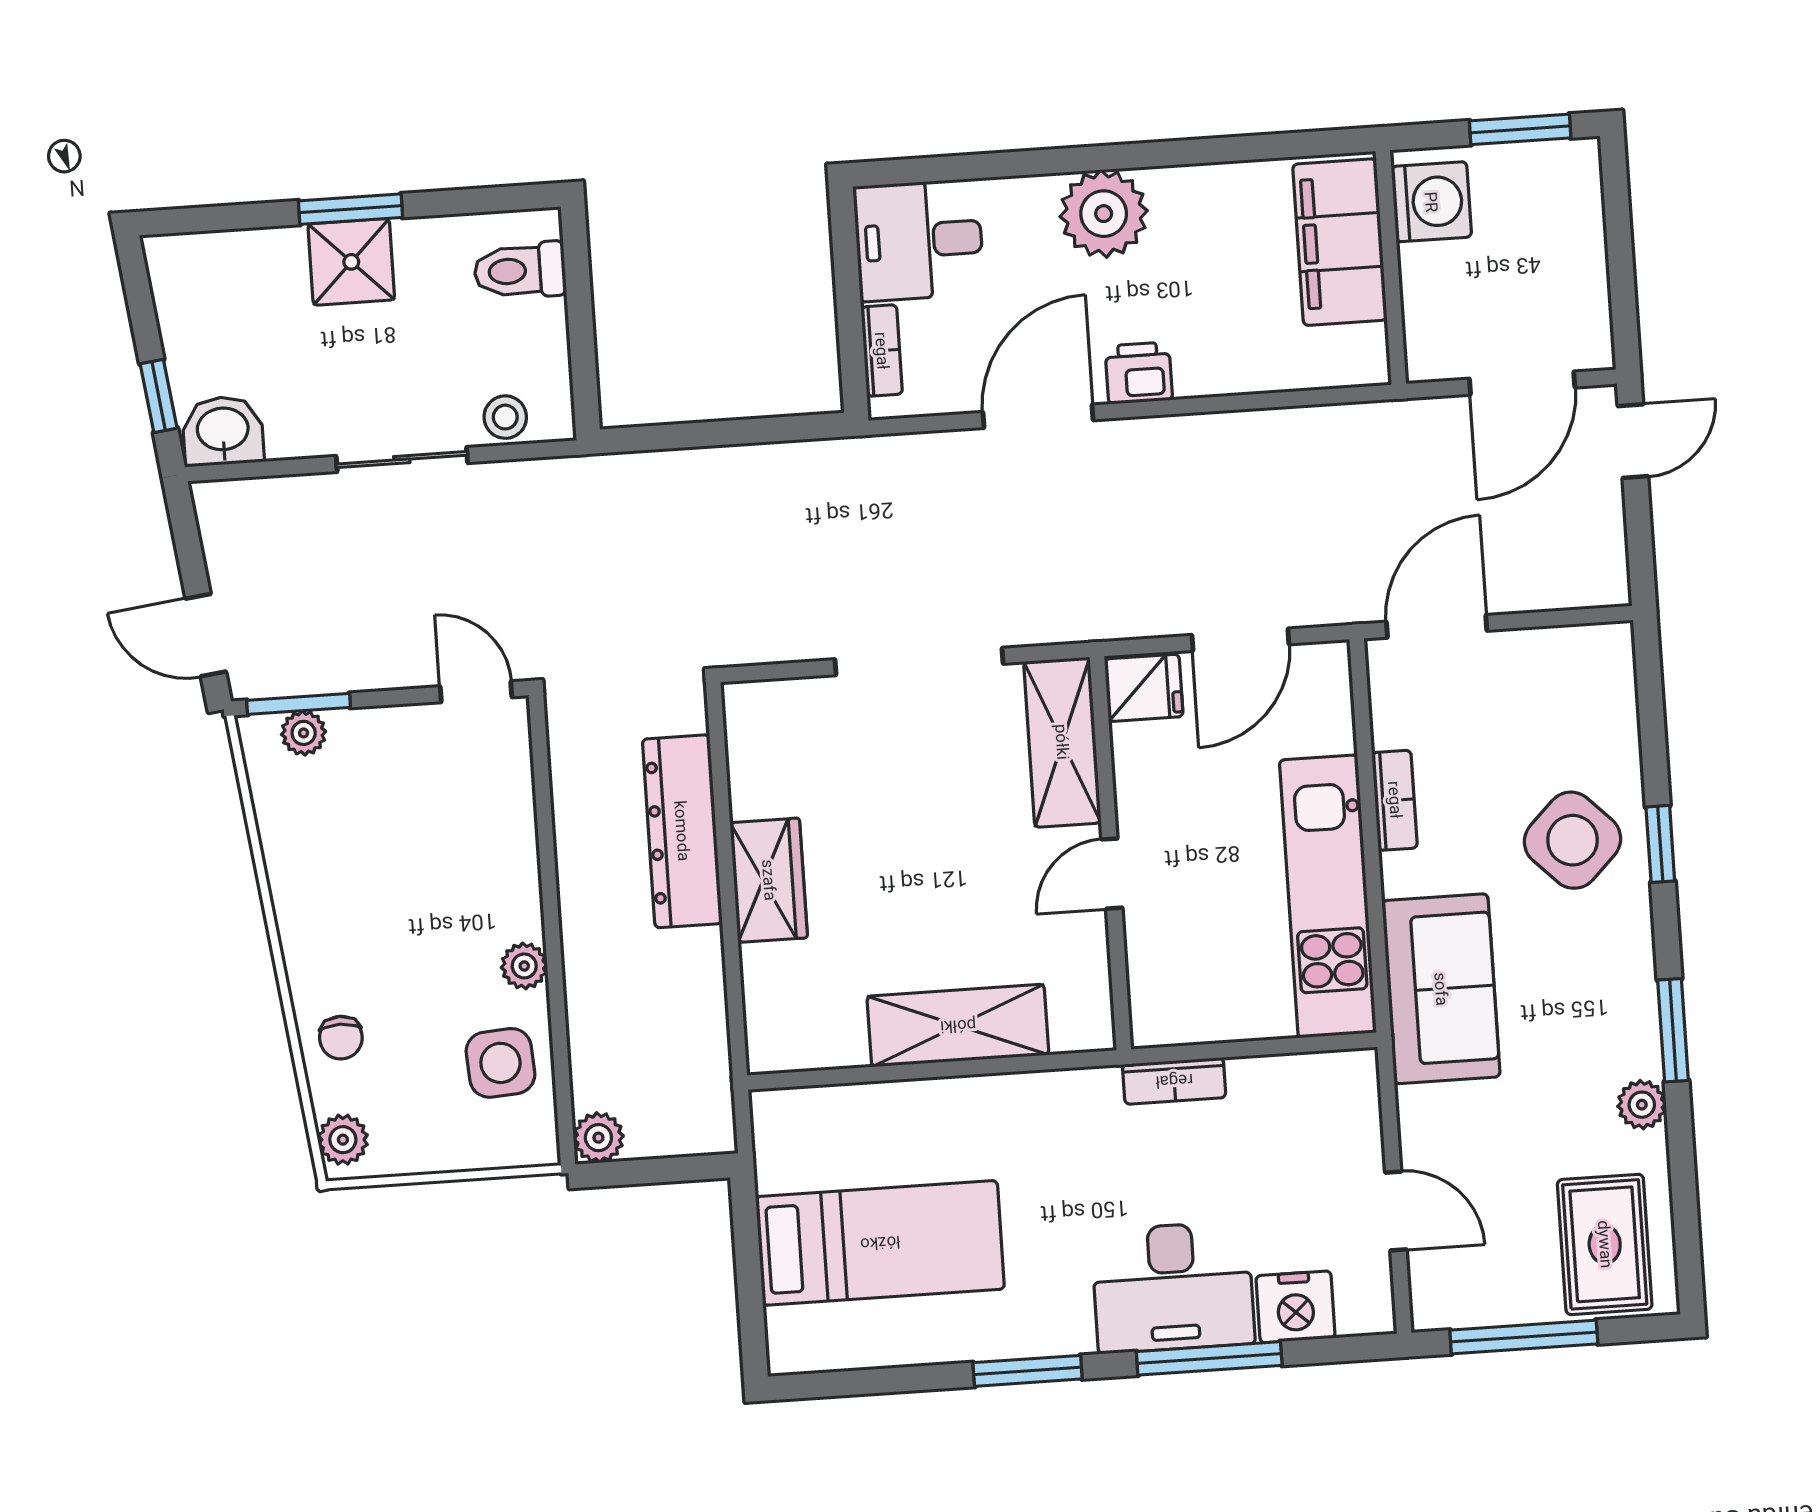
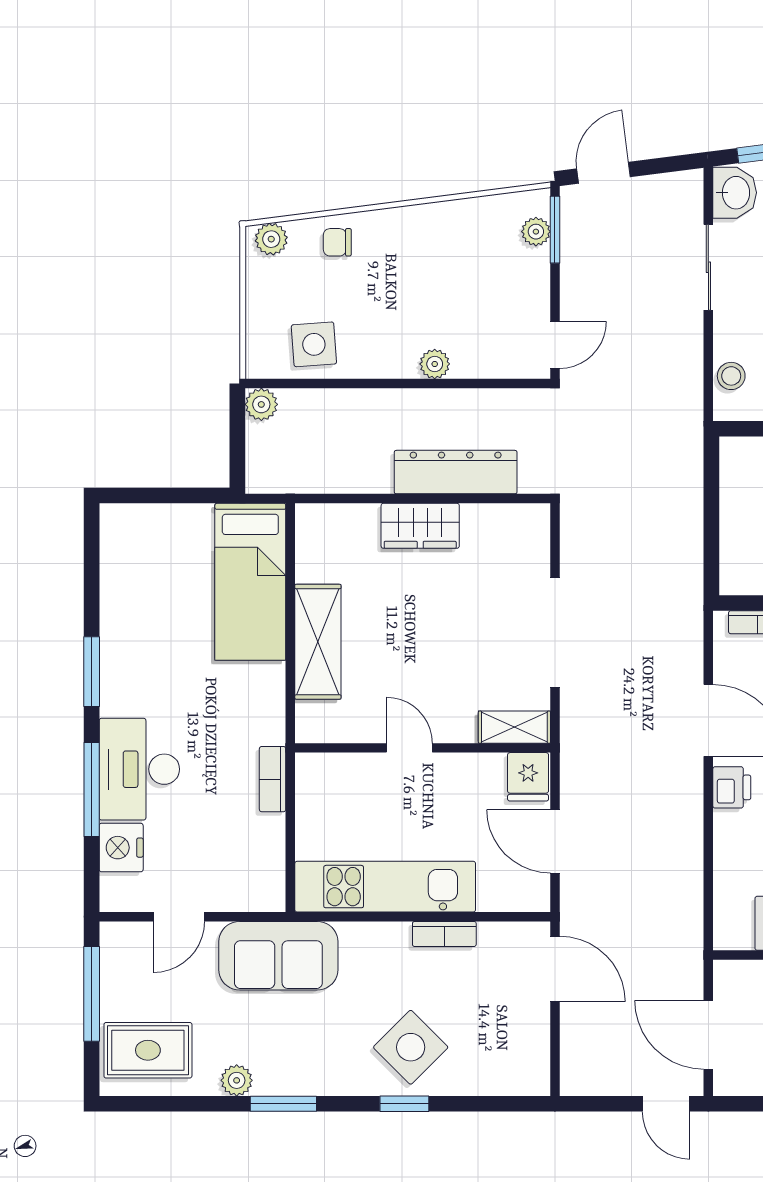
sliding door: (402, 460) -> (708, 267), moved
shelving: (1062, 742) -> (514, 727), width x0.67, depth x0.75
plant: (524, 966) -> (435, 364), moved
sofa: (1441, 989) -> (278, 956), moved
bed: (880, 1243) -> (250, 582), moved

